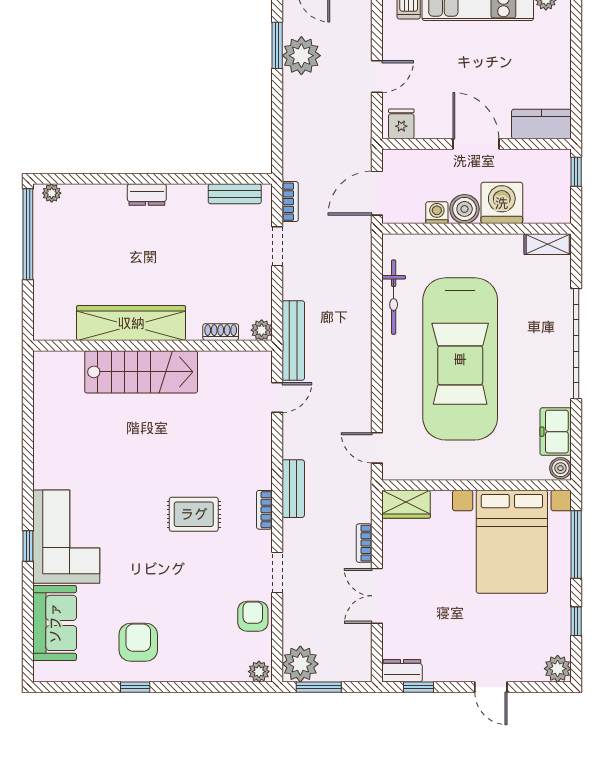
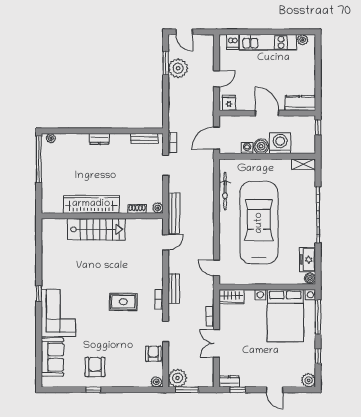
car: (460, 359) -> (259, 223), turned 180
window: (28, 546) -> (39, 294), moved

